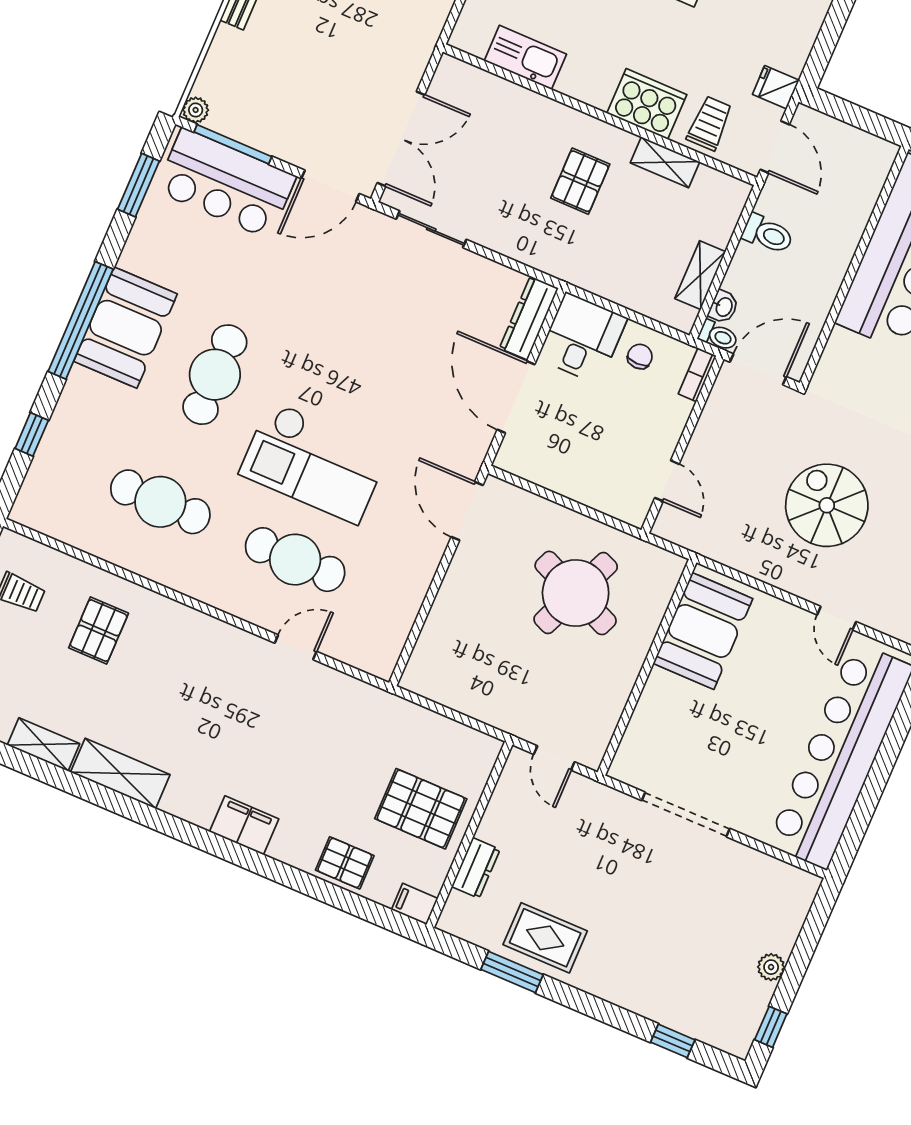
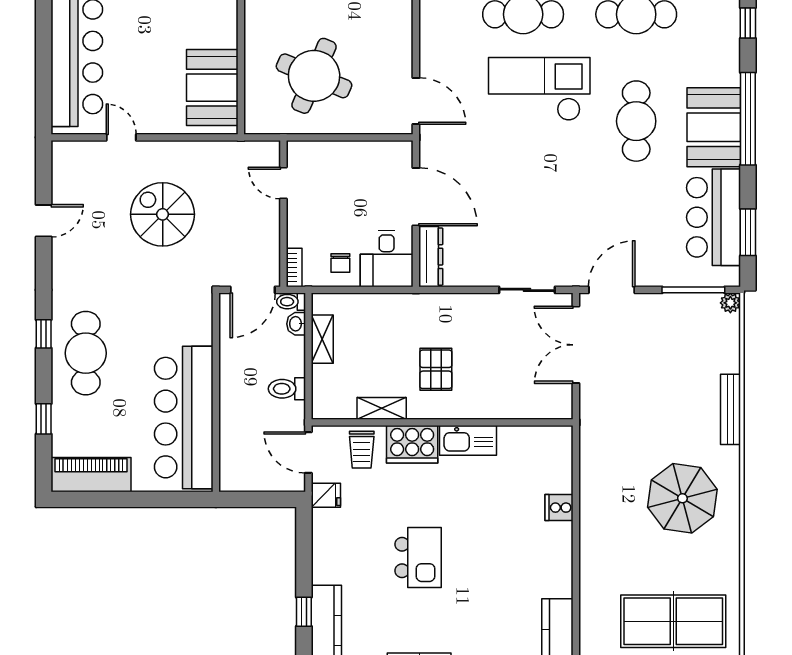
kitchen sink: (525, 57) -> (468, 440), moved
bar counter: (226, 183) -> (714, 217), moved, turned -90
spiral stairs: (827, 505) -> (163, 214), turned 180

